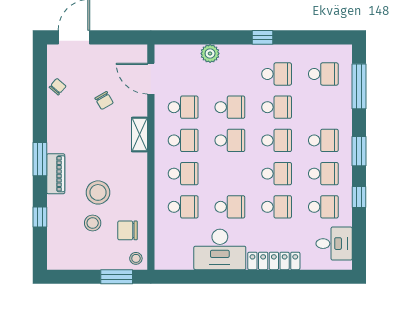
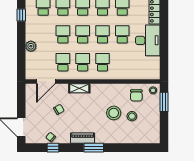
piano: (56, 174) -> (83, 138), moved
school desk: (183, 207) -> (102, 34), moved
window: (40, 217) -> (53, 148), moved

